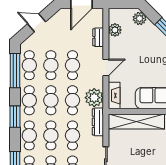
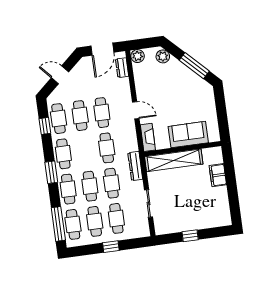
plant: (115, 30) -> (138, 56), moved
dresser: (98, 37) -> (122, 68), moved
door: (106, 67) -> (136, 110), hinge flipped
window: (15, 71) -> (45, 126), width x0.46
plant: (94, 98) -> (128, 142), removed
cafe table: (51, 100) -> (85, 151), removed

